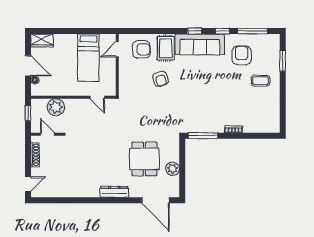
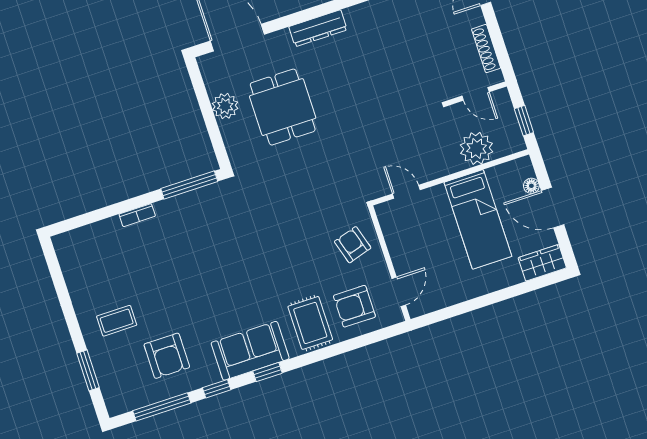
sofa: (200, 44) -> (250, 351), width x0.73
bed: (88, 58) -> (478, 219), moved, turned 180
armchair: (160, 79) -> (353, 245), moved

